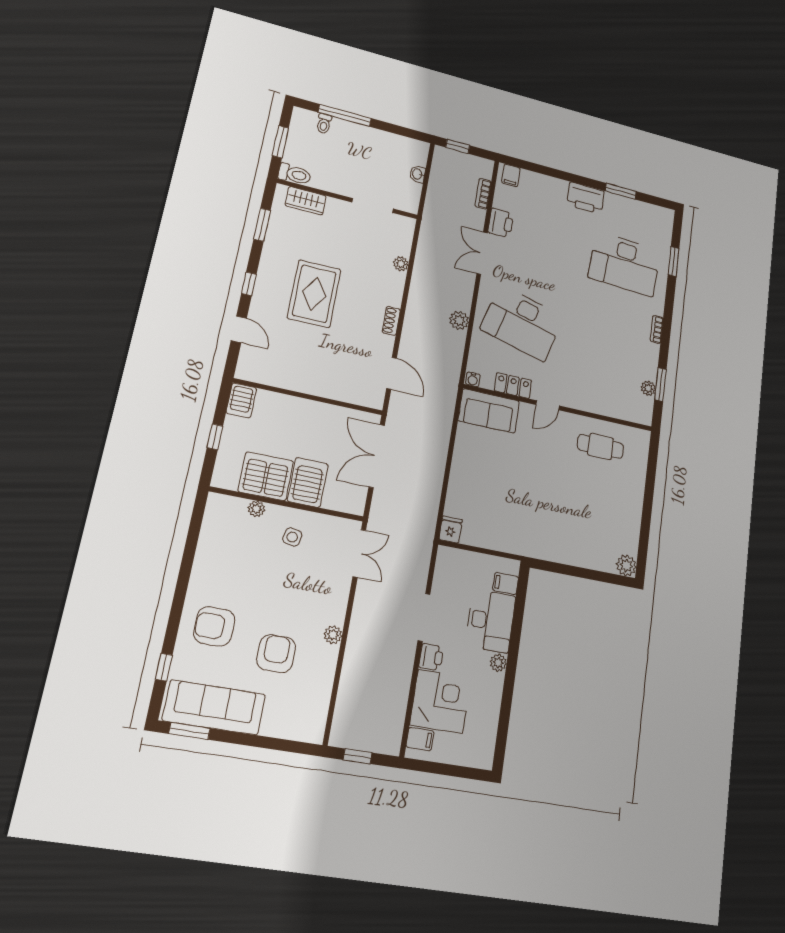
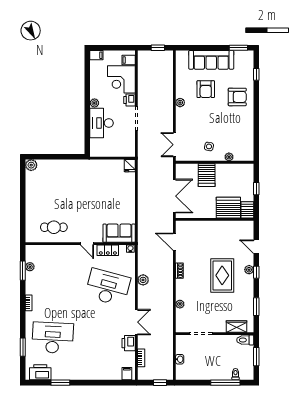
printer: (586, 198) -> (40, 372), moved
plant: (262, 292) -> (249, 270), added
door: (547, 405) -> (87, 244), swing flipped
server rack: (266, 476) -> (228, 208), moved, turned 180
filing cabinet: (506, 583) -> (96, 55), moved
sofa: (214, 707) -> (211, 60), moved

